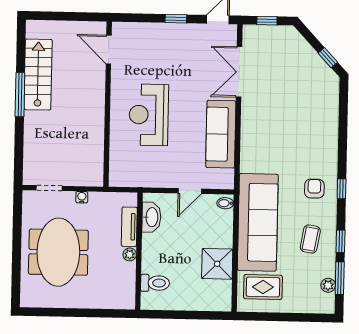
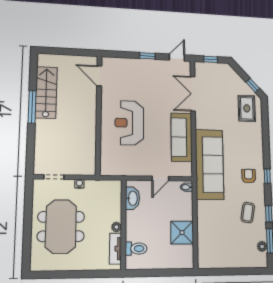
sofa: (258, 222) -> (209, 164), moved
tv unit: (129, 227) -> (115, 249), moved
rug: (263, 287) -> (247, 108), moved, turned 90

